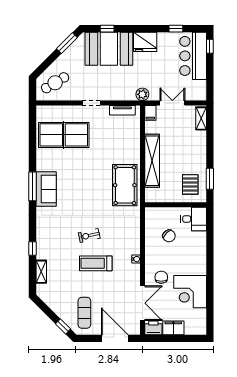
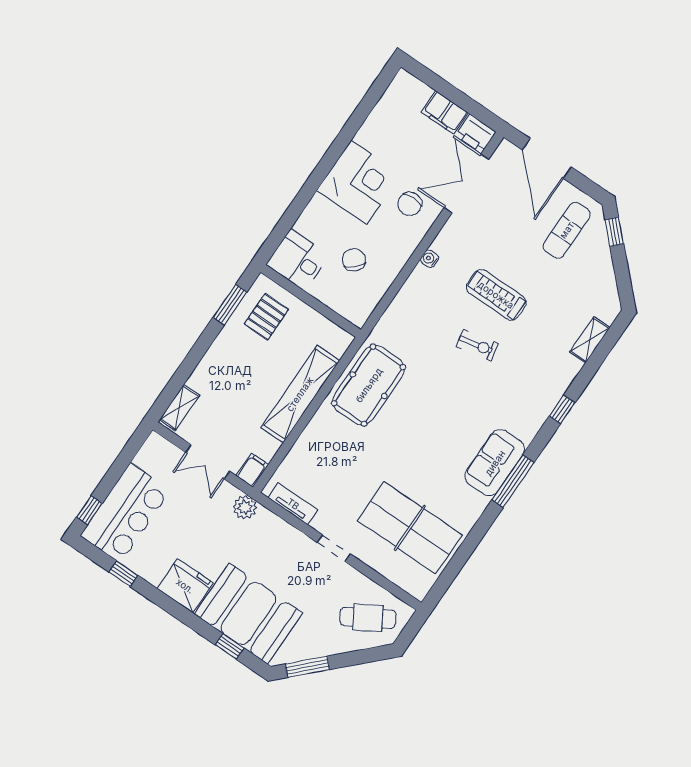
window: (33, 249) -> (562, 409), moved
treadmill: (96, 263) -> (496, 295), turned 180
corner desk: (190, 292) -> (359, 182), moved

